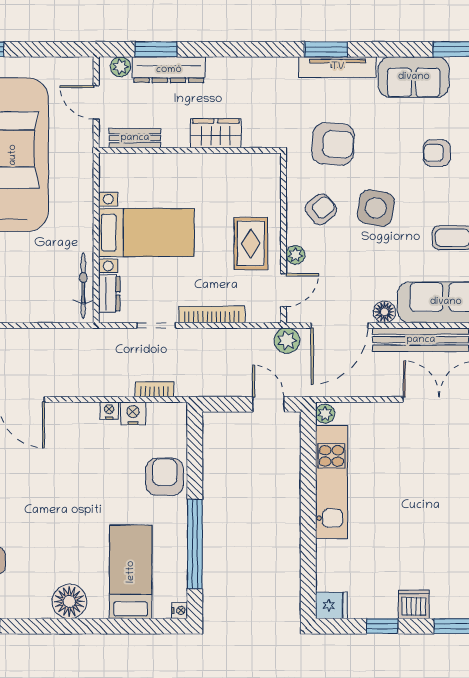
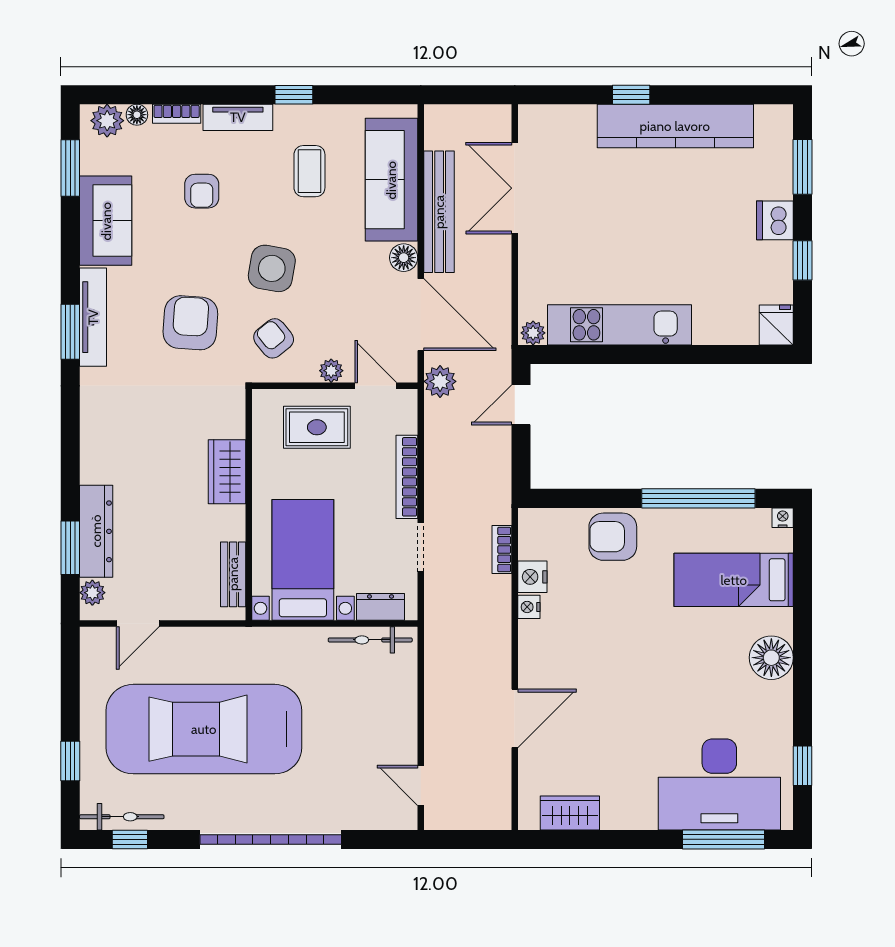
wardrobe: (216, 133) -> (227, 472), moved
bench: (135, 138) -> (233, 574), moved
wall: (190, 150) -> (249, 505), moved

